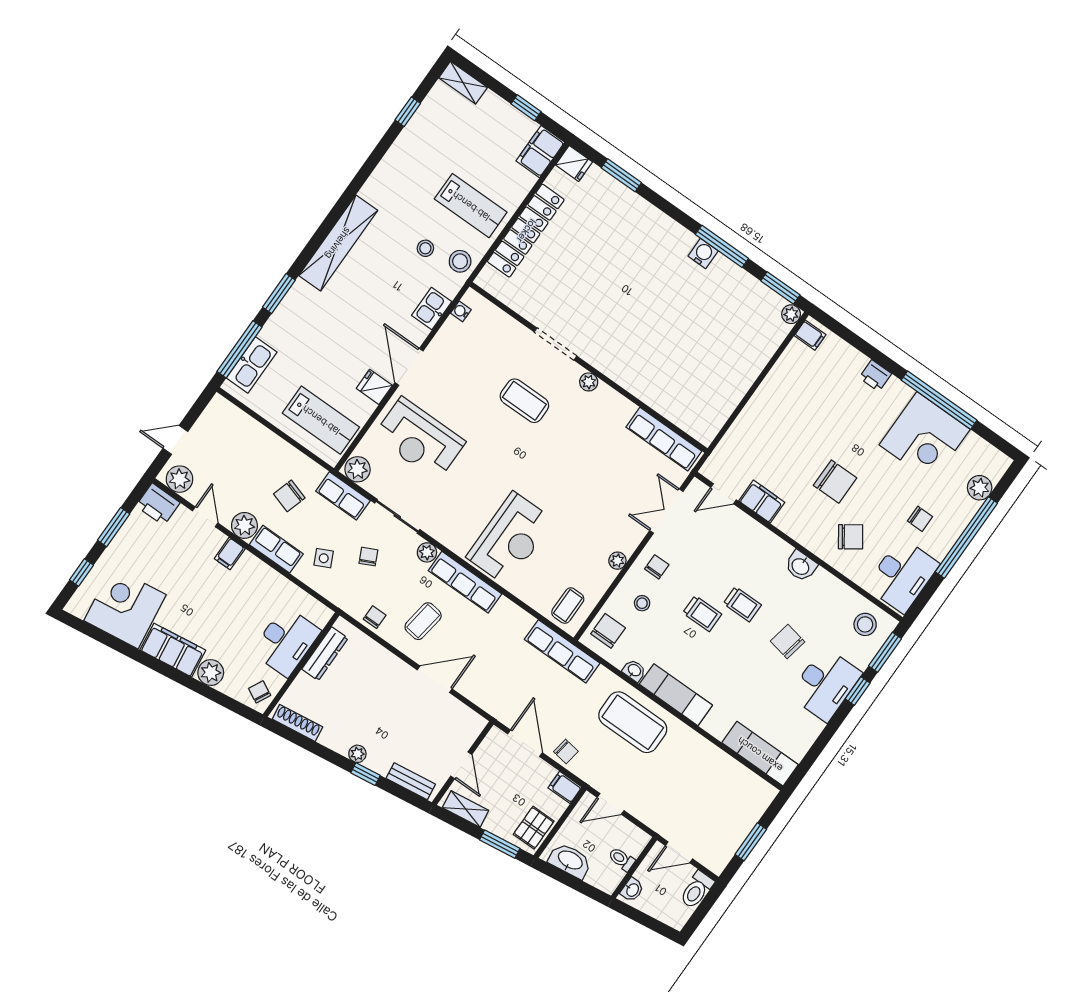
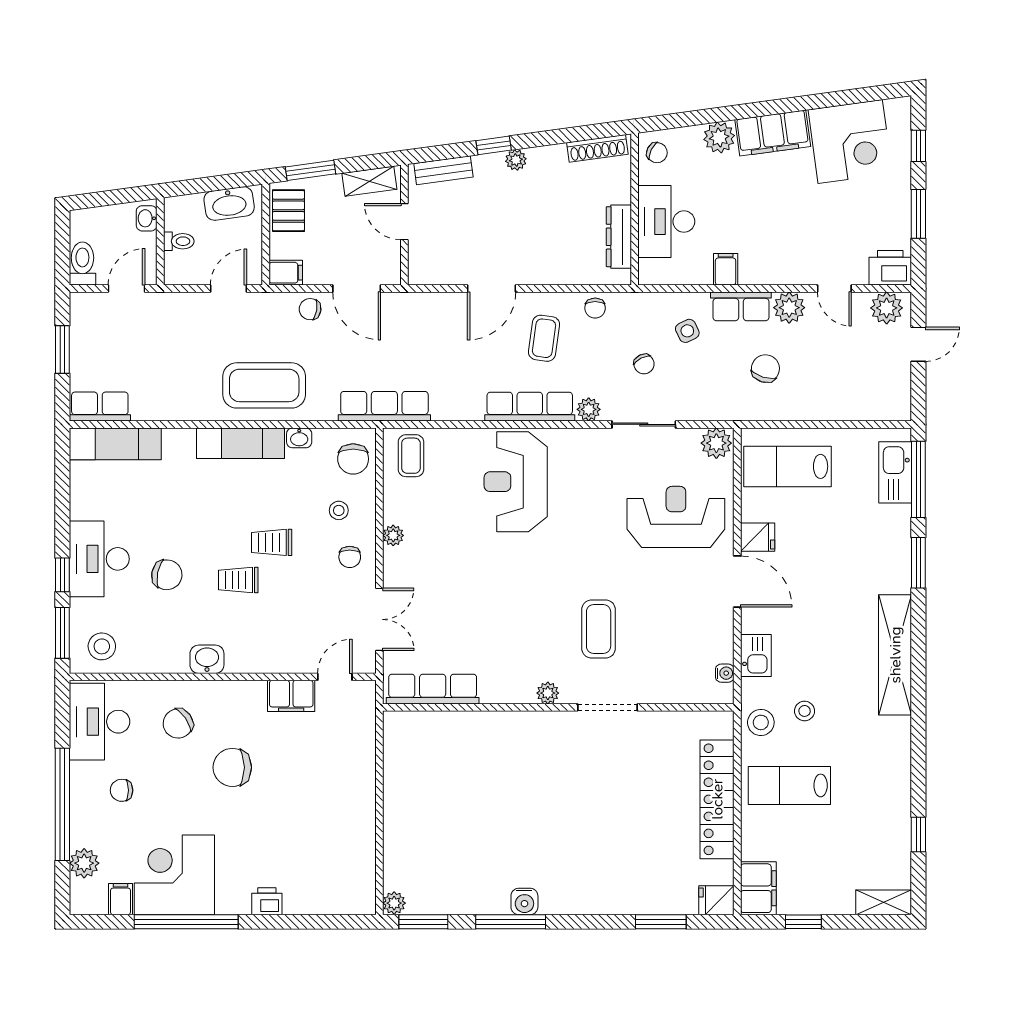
filing cabinet: (810, 335) -> (121, 899), moved, turned 90
coffee table: (524, 401) -> (599, 629), turned 90
row of seats: (343, 496) -> (100, 407), moved
filing cabinet: (230, 554) -> (726, 269), moved

